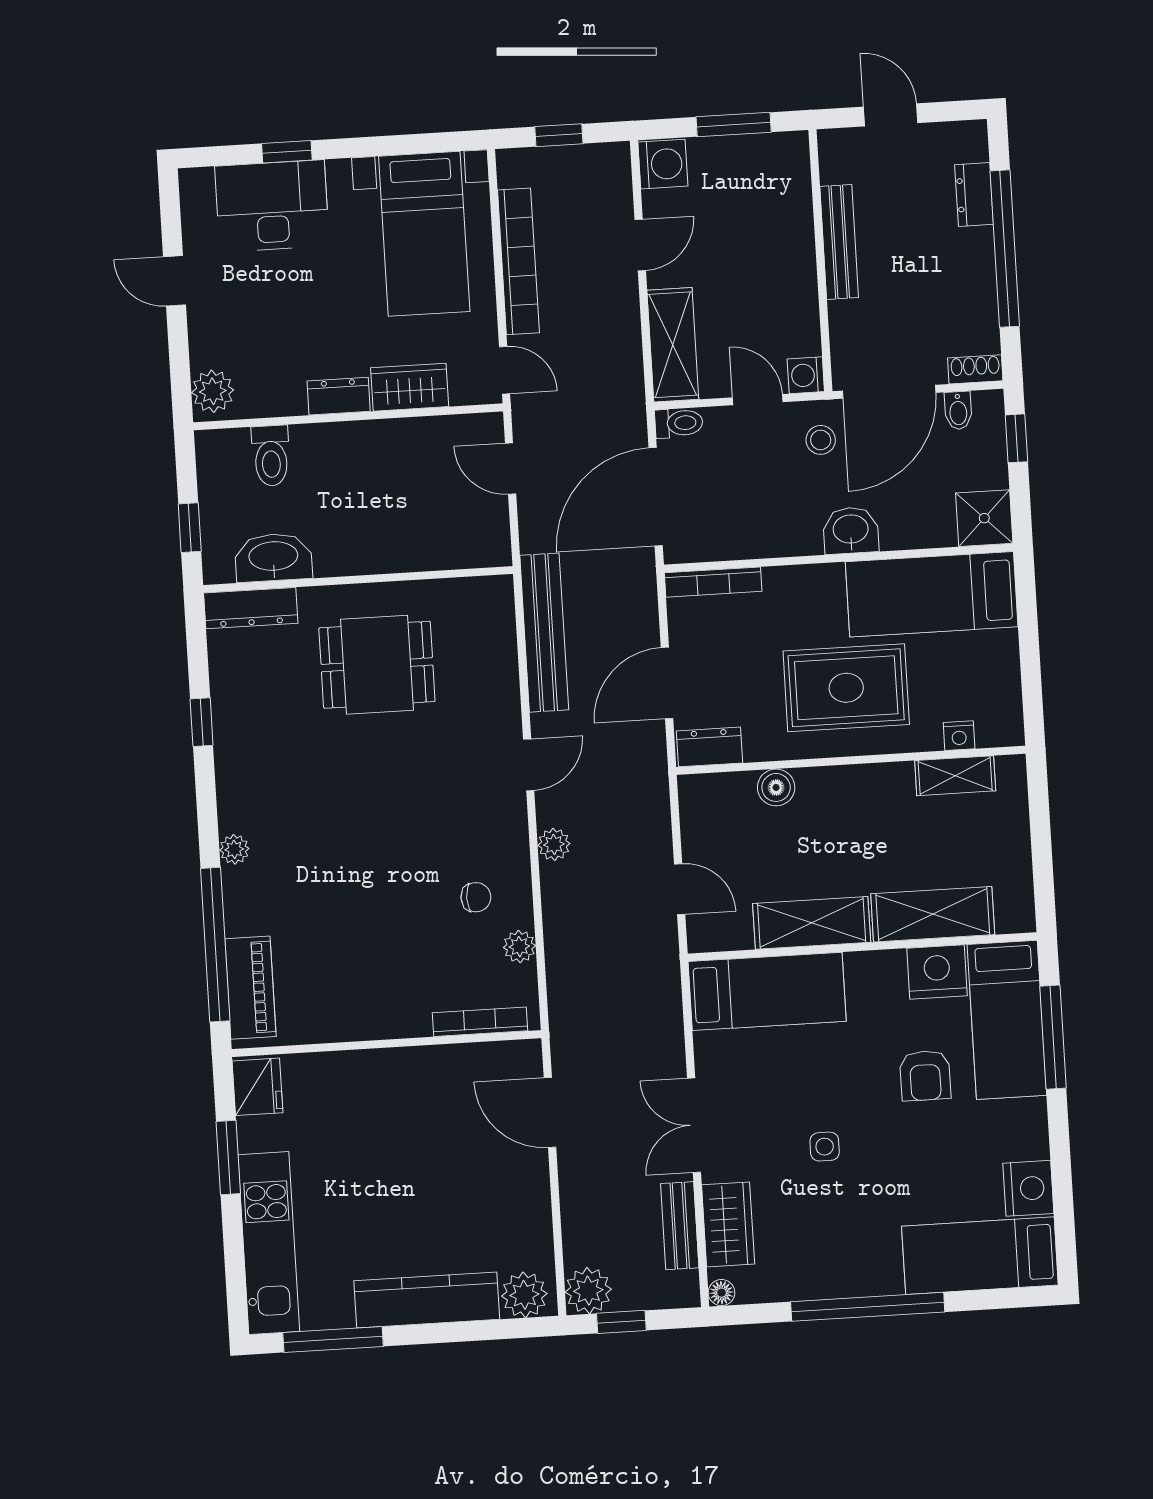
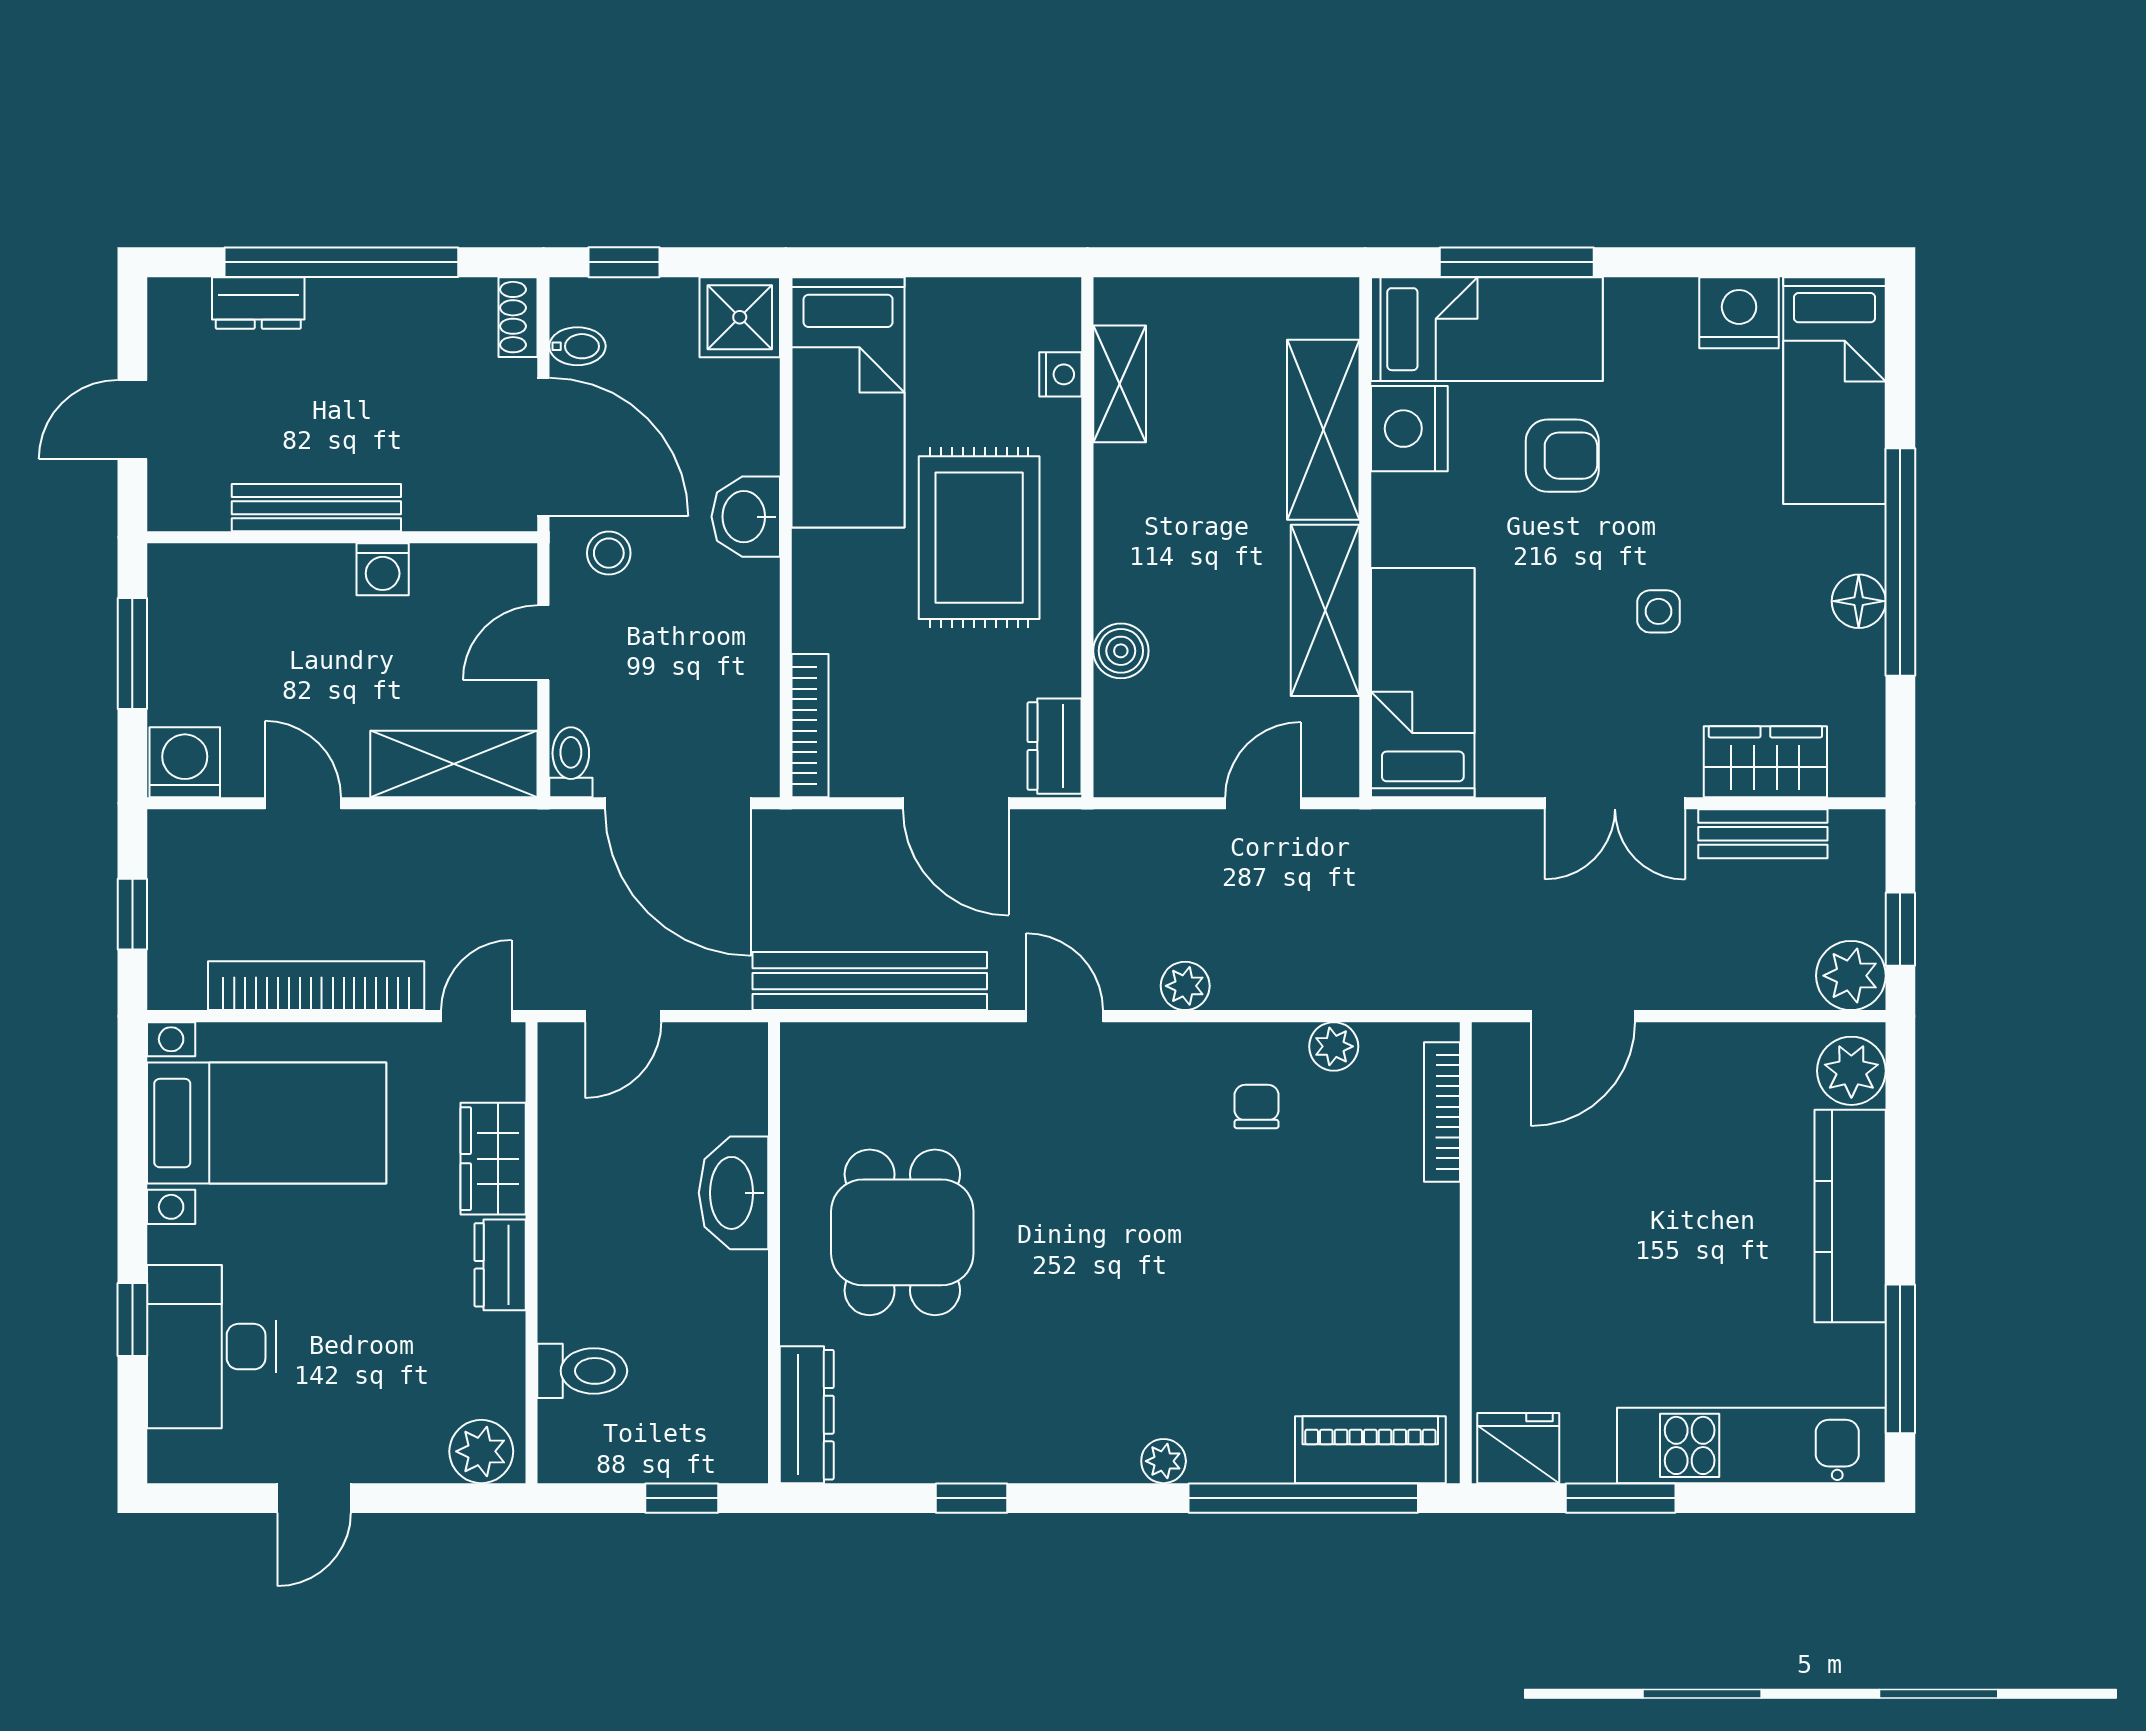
washing machine: (806, 375) -> (383, 569), moved
washbasin: (273, 557) -> (734, 1193), moved
floor lamp: (721, 1293) -> (1859, 601), moved, width x1.37, depth x1.37

